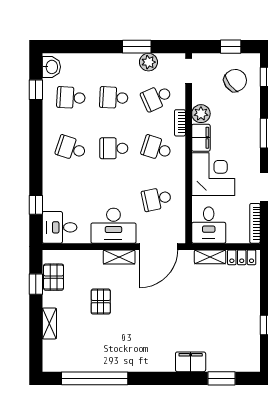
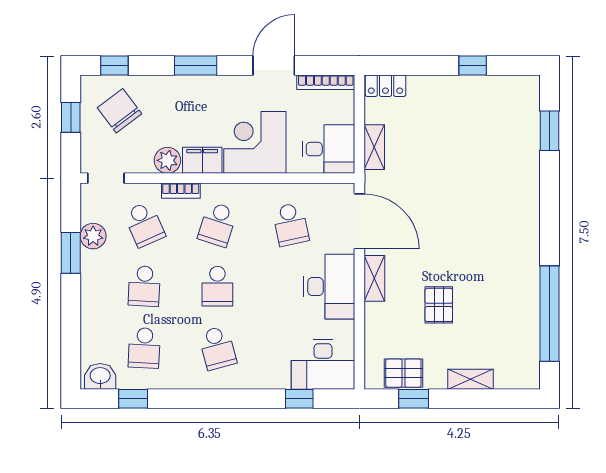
school desk: (71, 148) -> (217, 348), turned -33
desk: (60, 227) -> (323, 364), width x1.37
locker: (242, 257) -> (385, 86), moved, turned 90
pallet: (101, 302) -> (439, 305), turned 90
filing cabinet: (191, 362) -> (526, 175), removed

